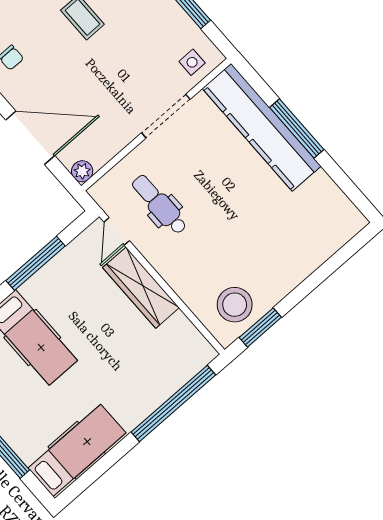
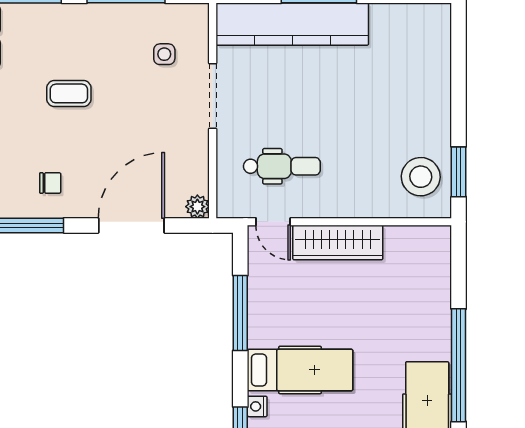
side table: (192, 62) -> (164, 54), moved
dental chair: (159, 205) -> (282, 166), turned 180
window: (173, 404) -> (459, 365), moved

